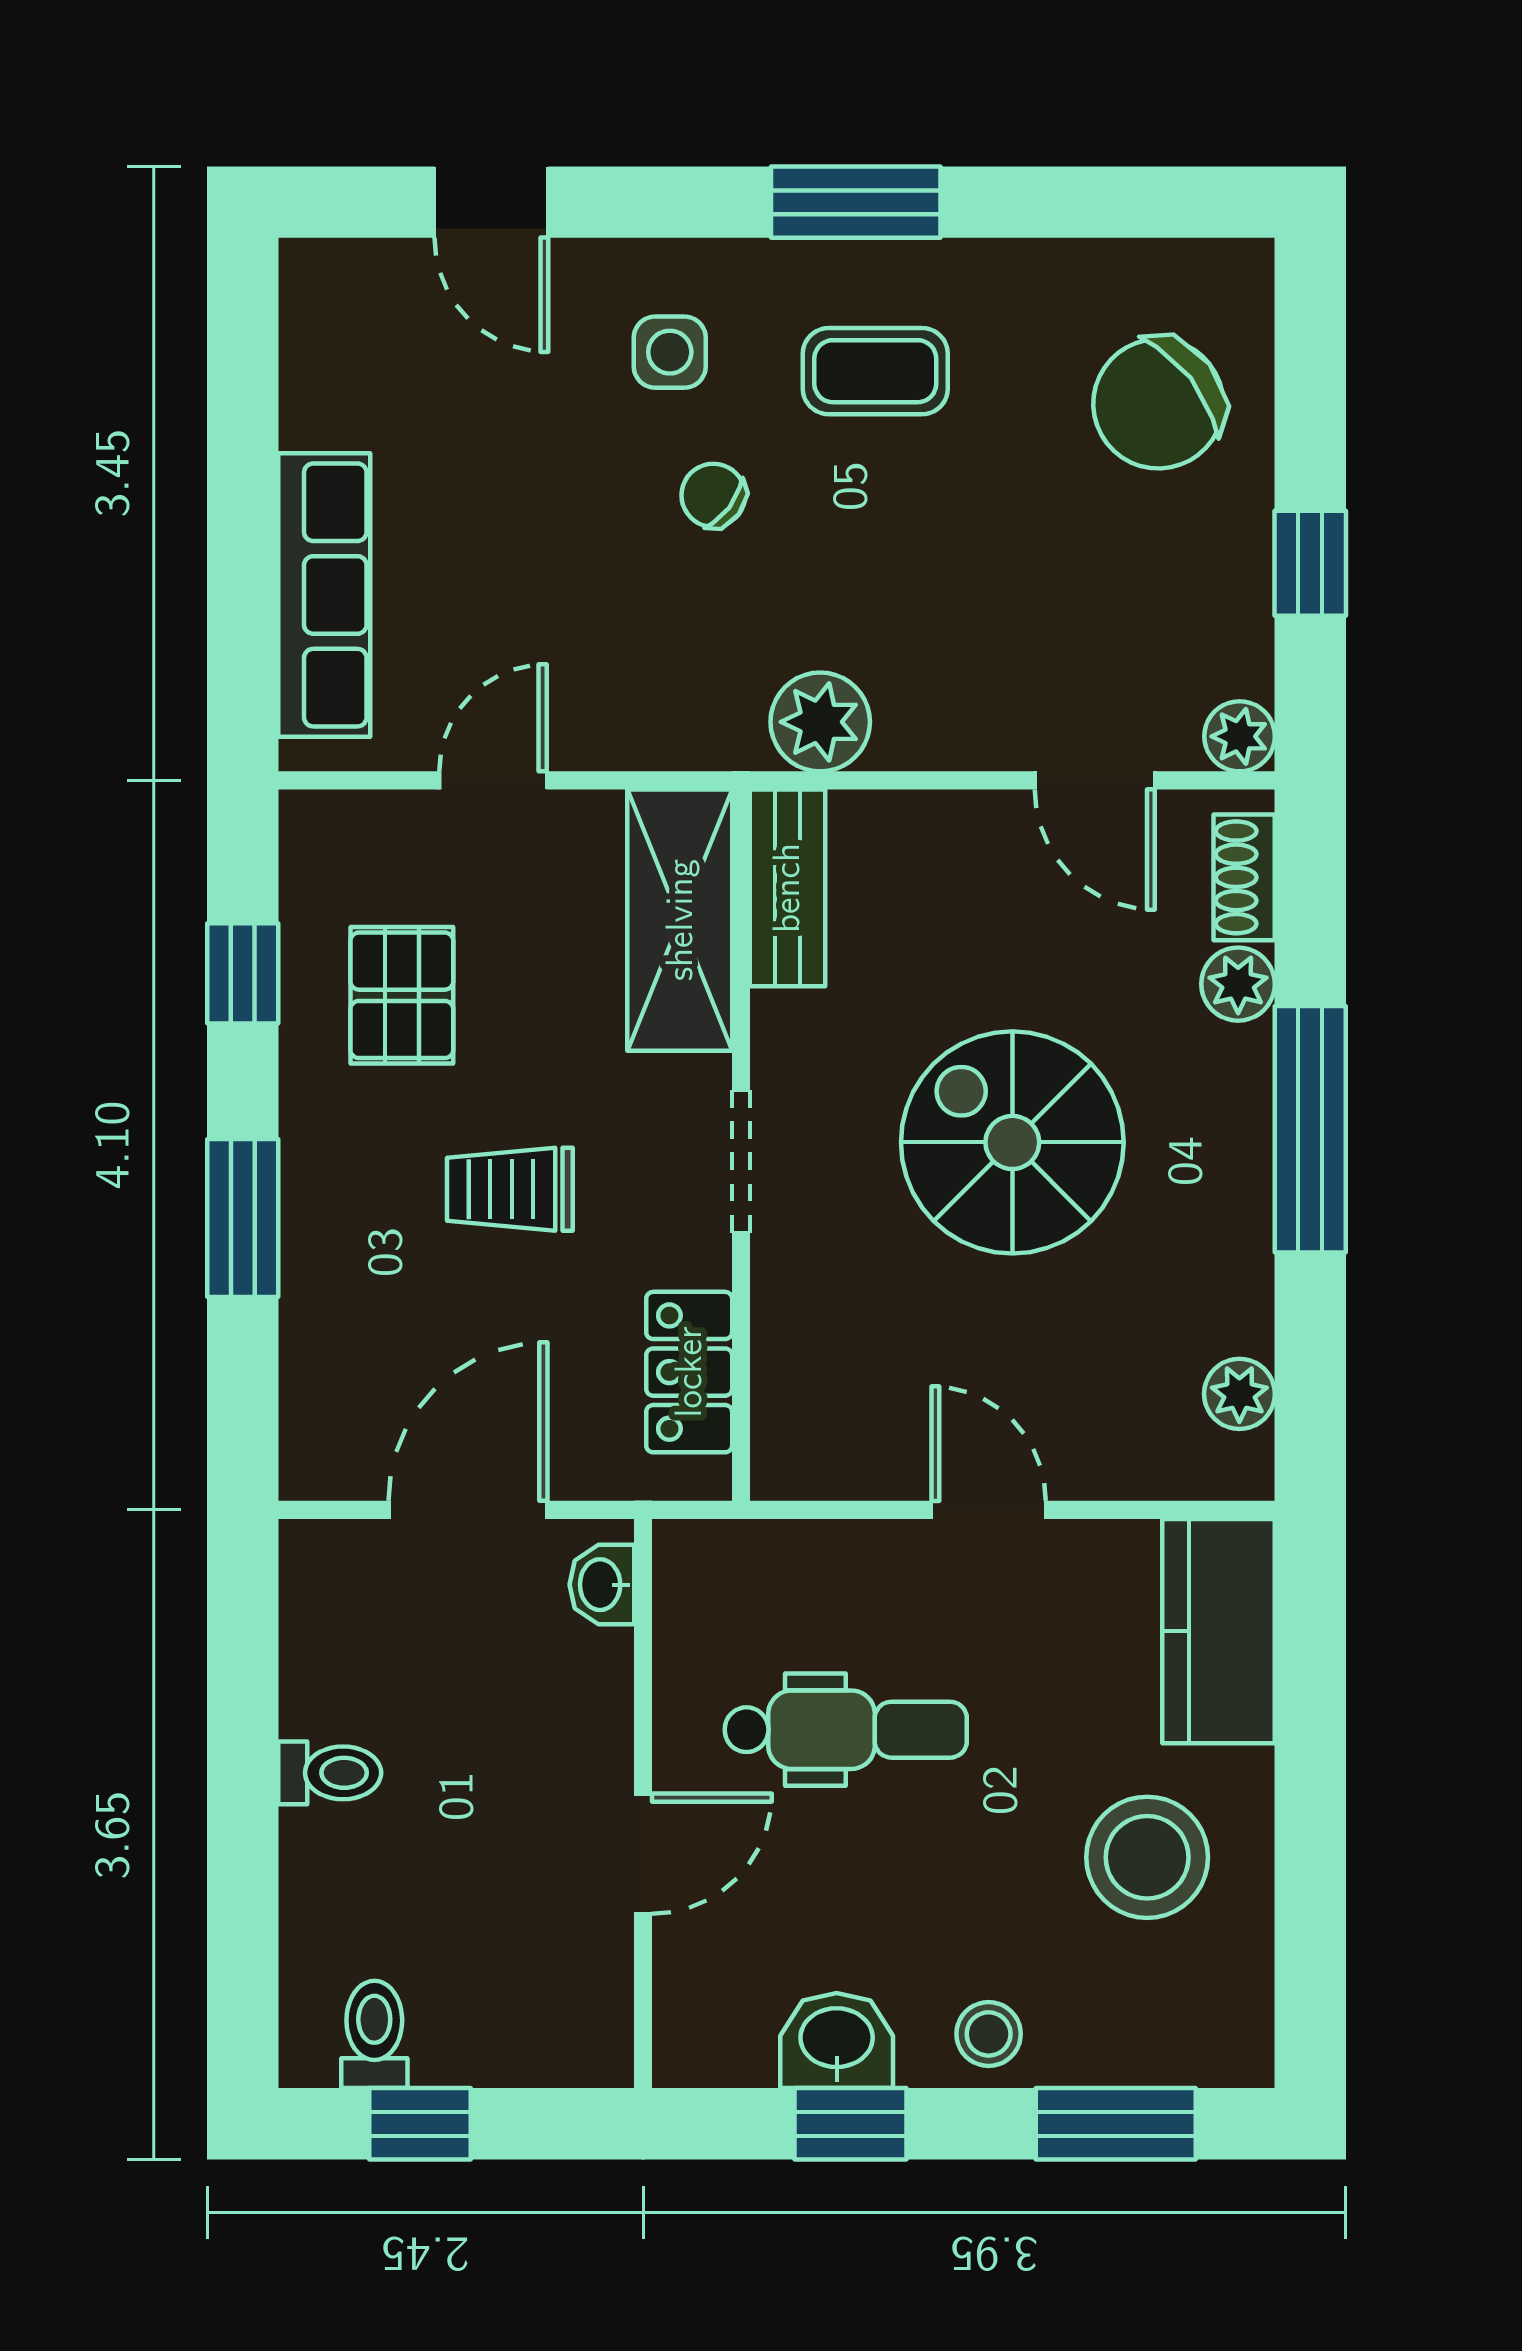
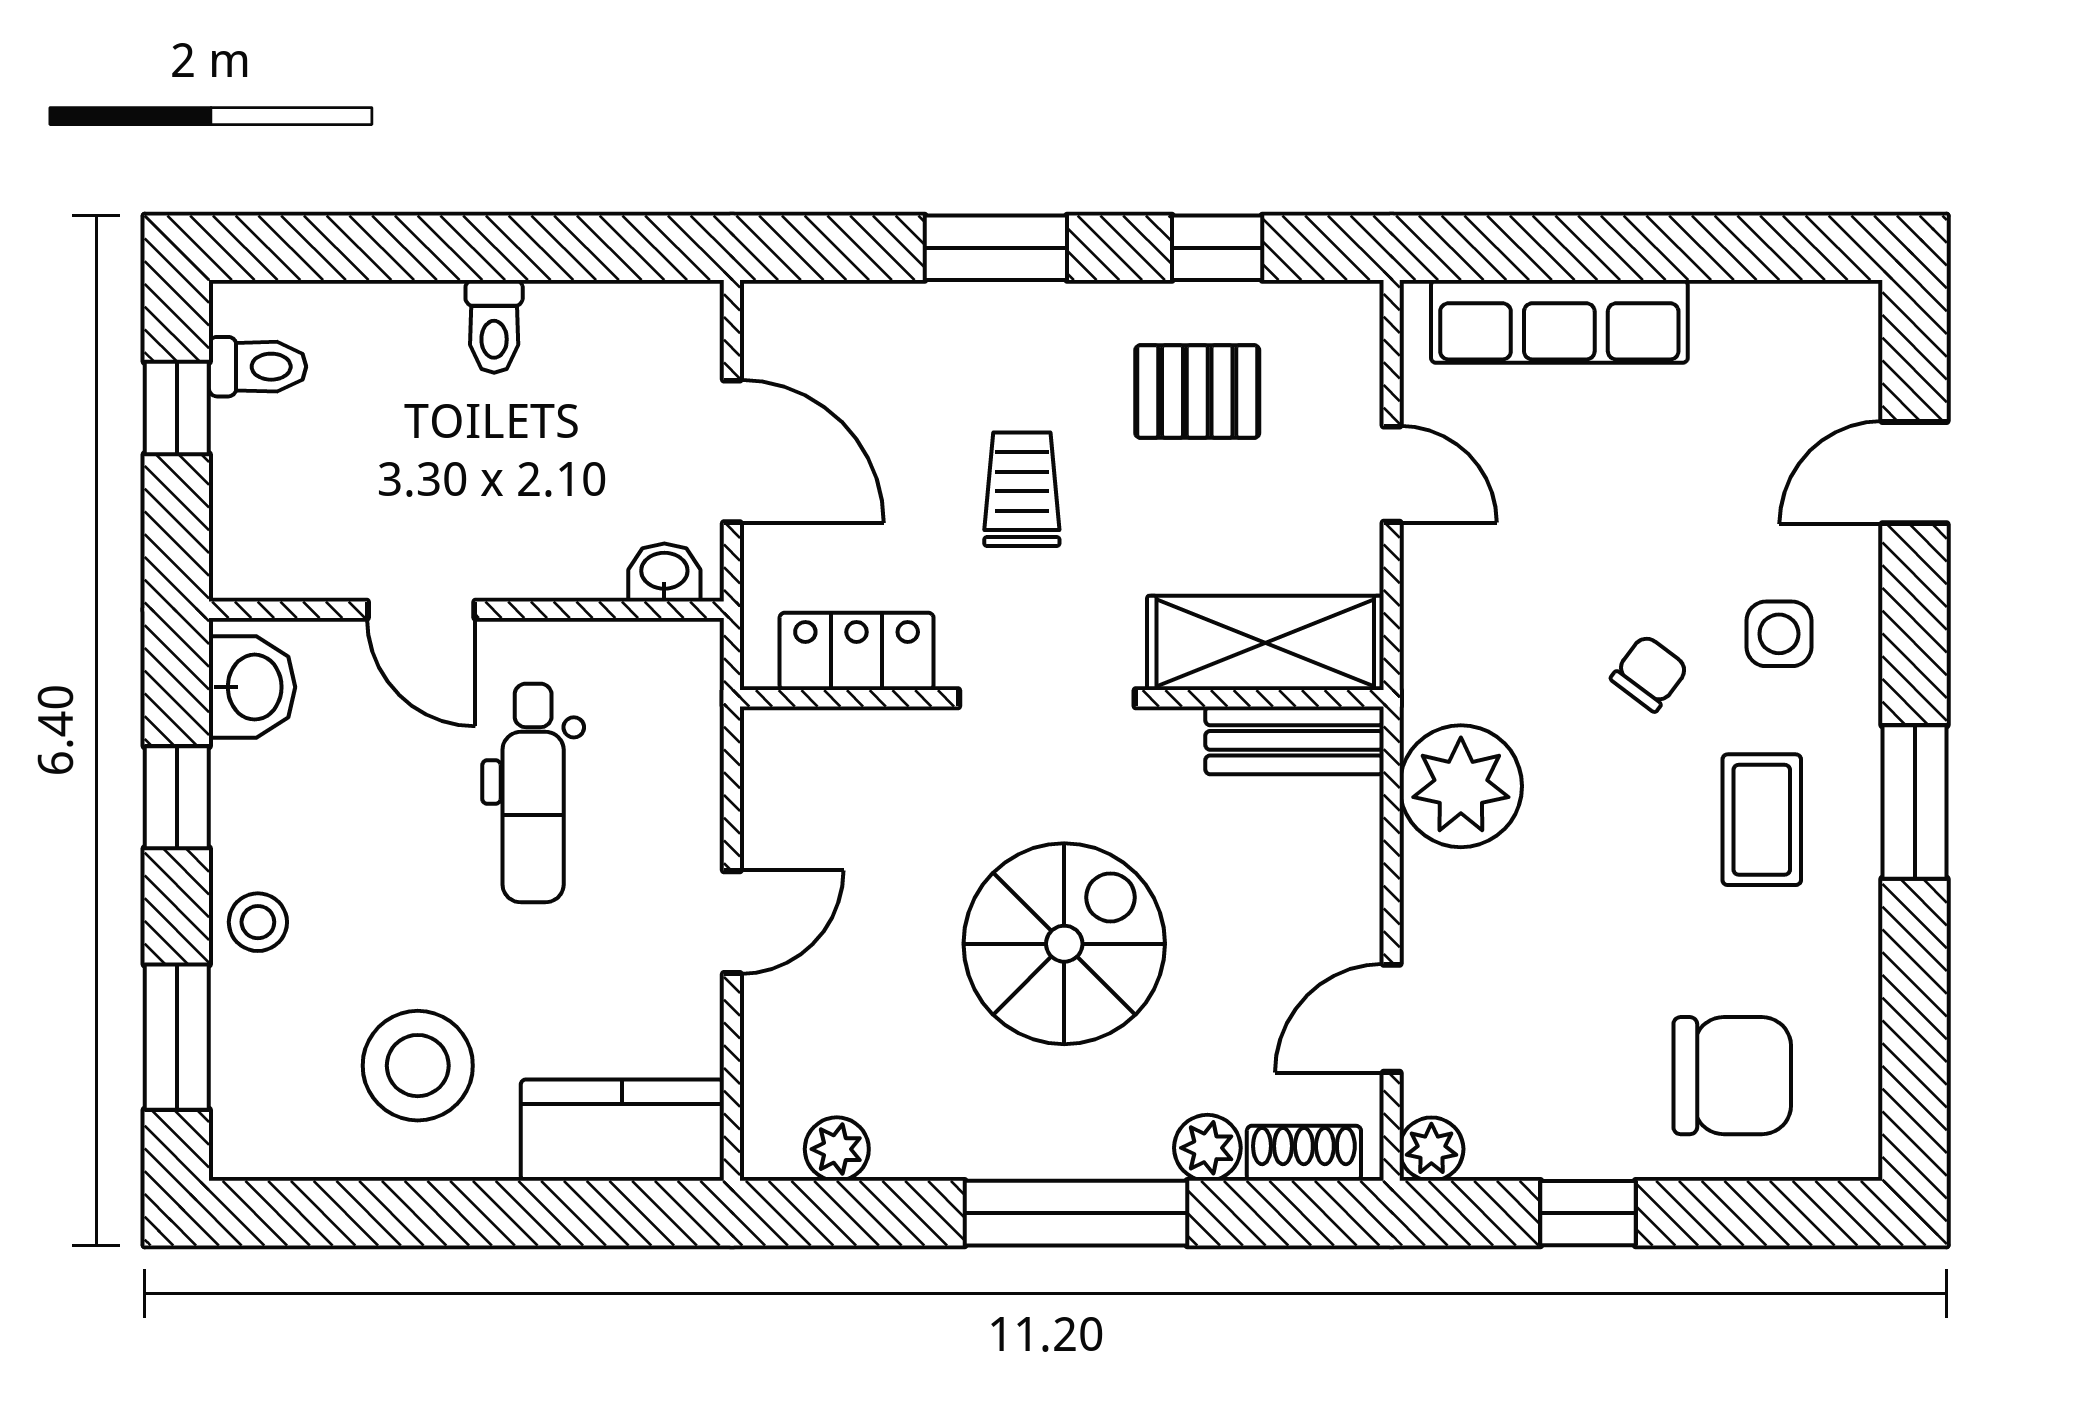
chair: (1158, 404) -> (1732, 1076), turned 128
plant: (820, 722) -> (1461, 786), width x1.36, depth x1.36
doorway: (741, 1162) -> (1047, 698), width x1.38
washbasin: (837, 2040) -> (252, 687), moved

